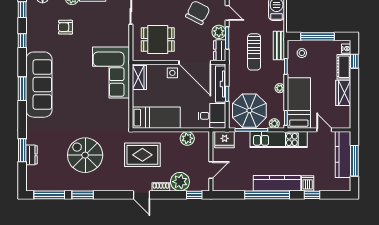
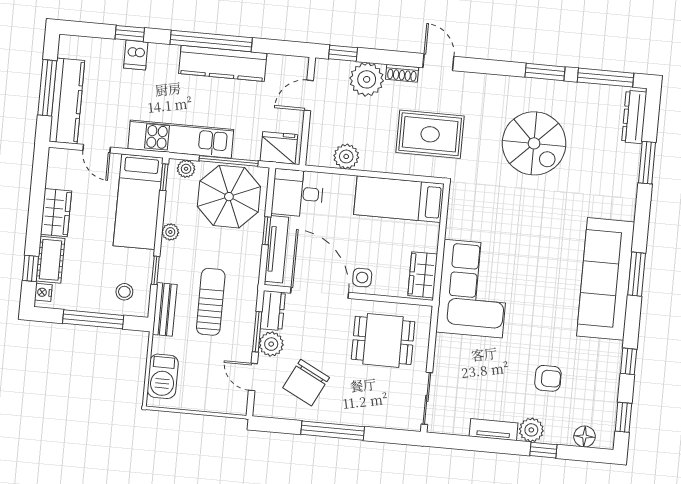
dresser: (32, 155) -> (634, 117), moved, width x1.44
kitchen counter: (277, 183) -> (223, 63), moved

